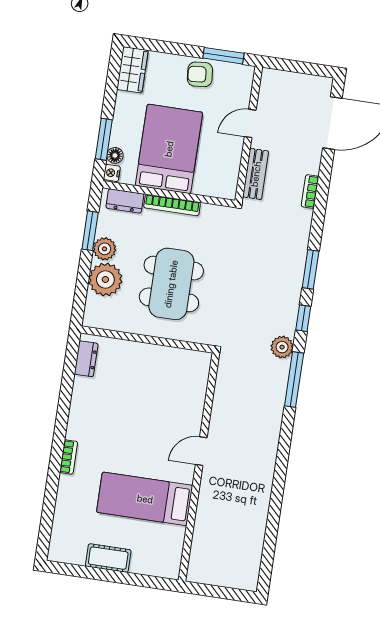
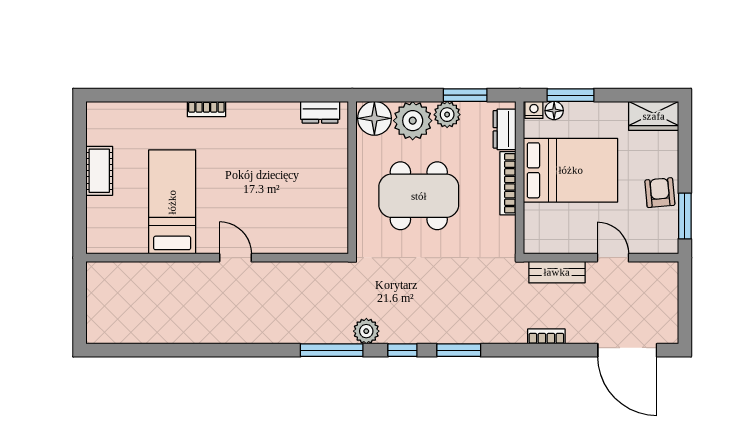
floor lamp: (98, 312) -> (374, 118), added

